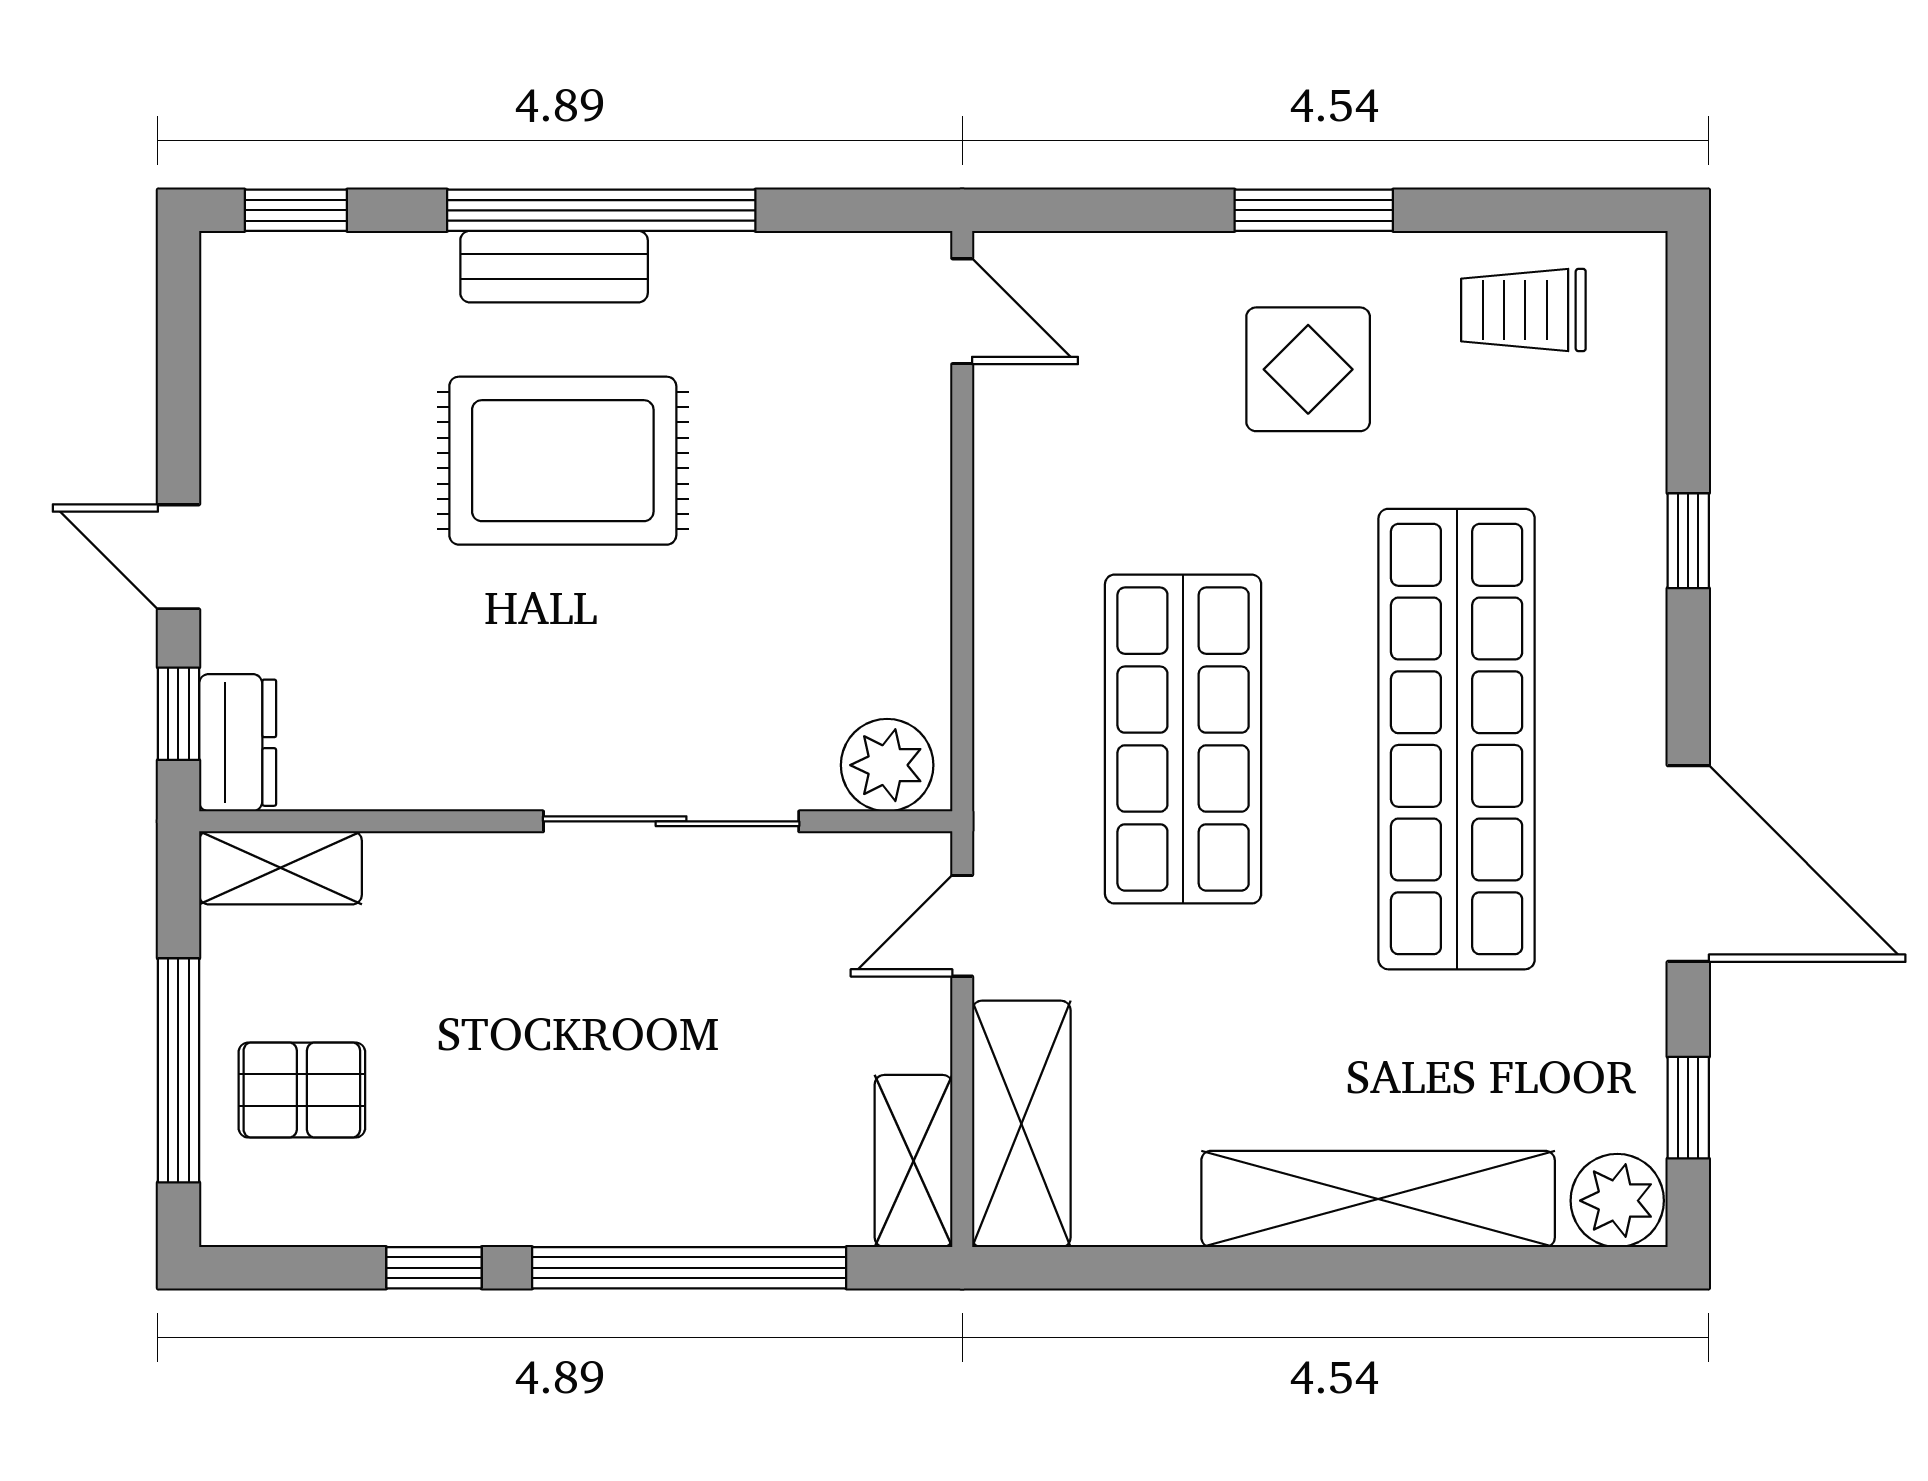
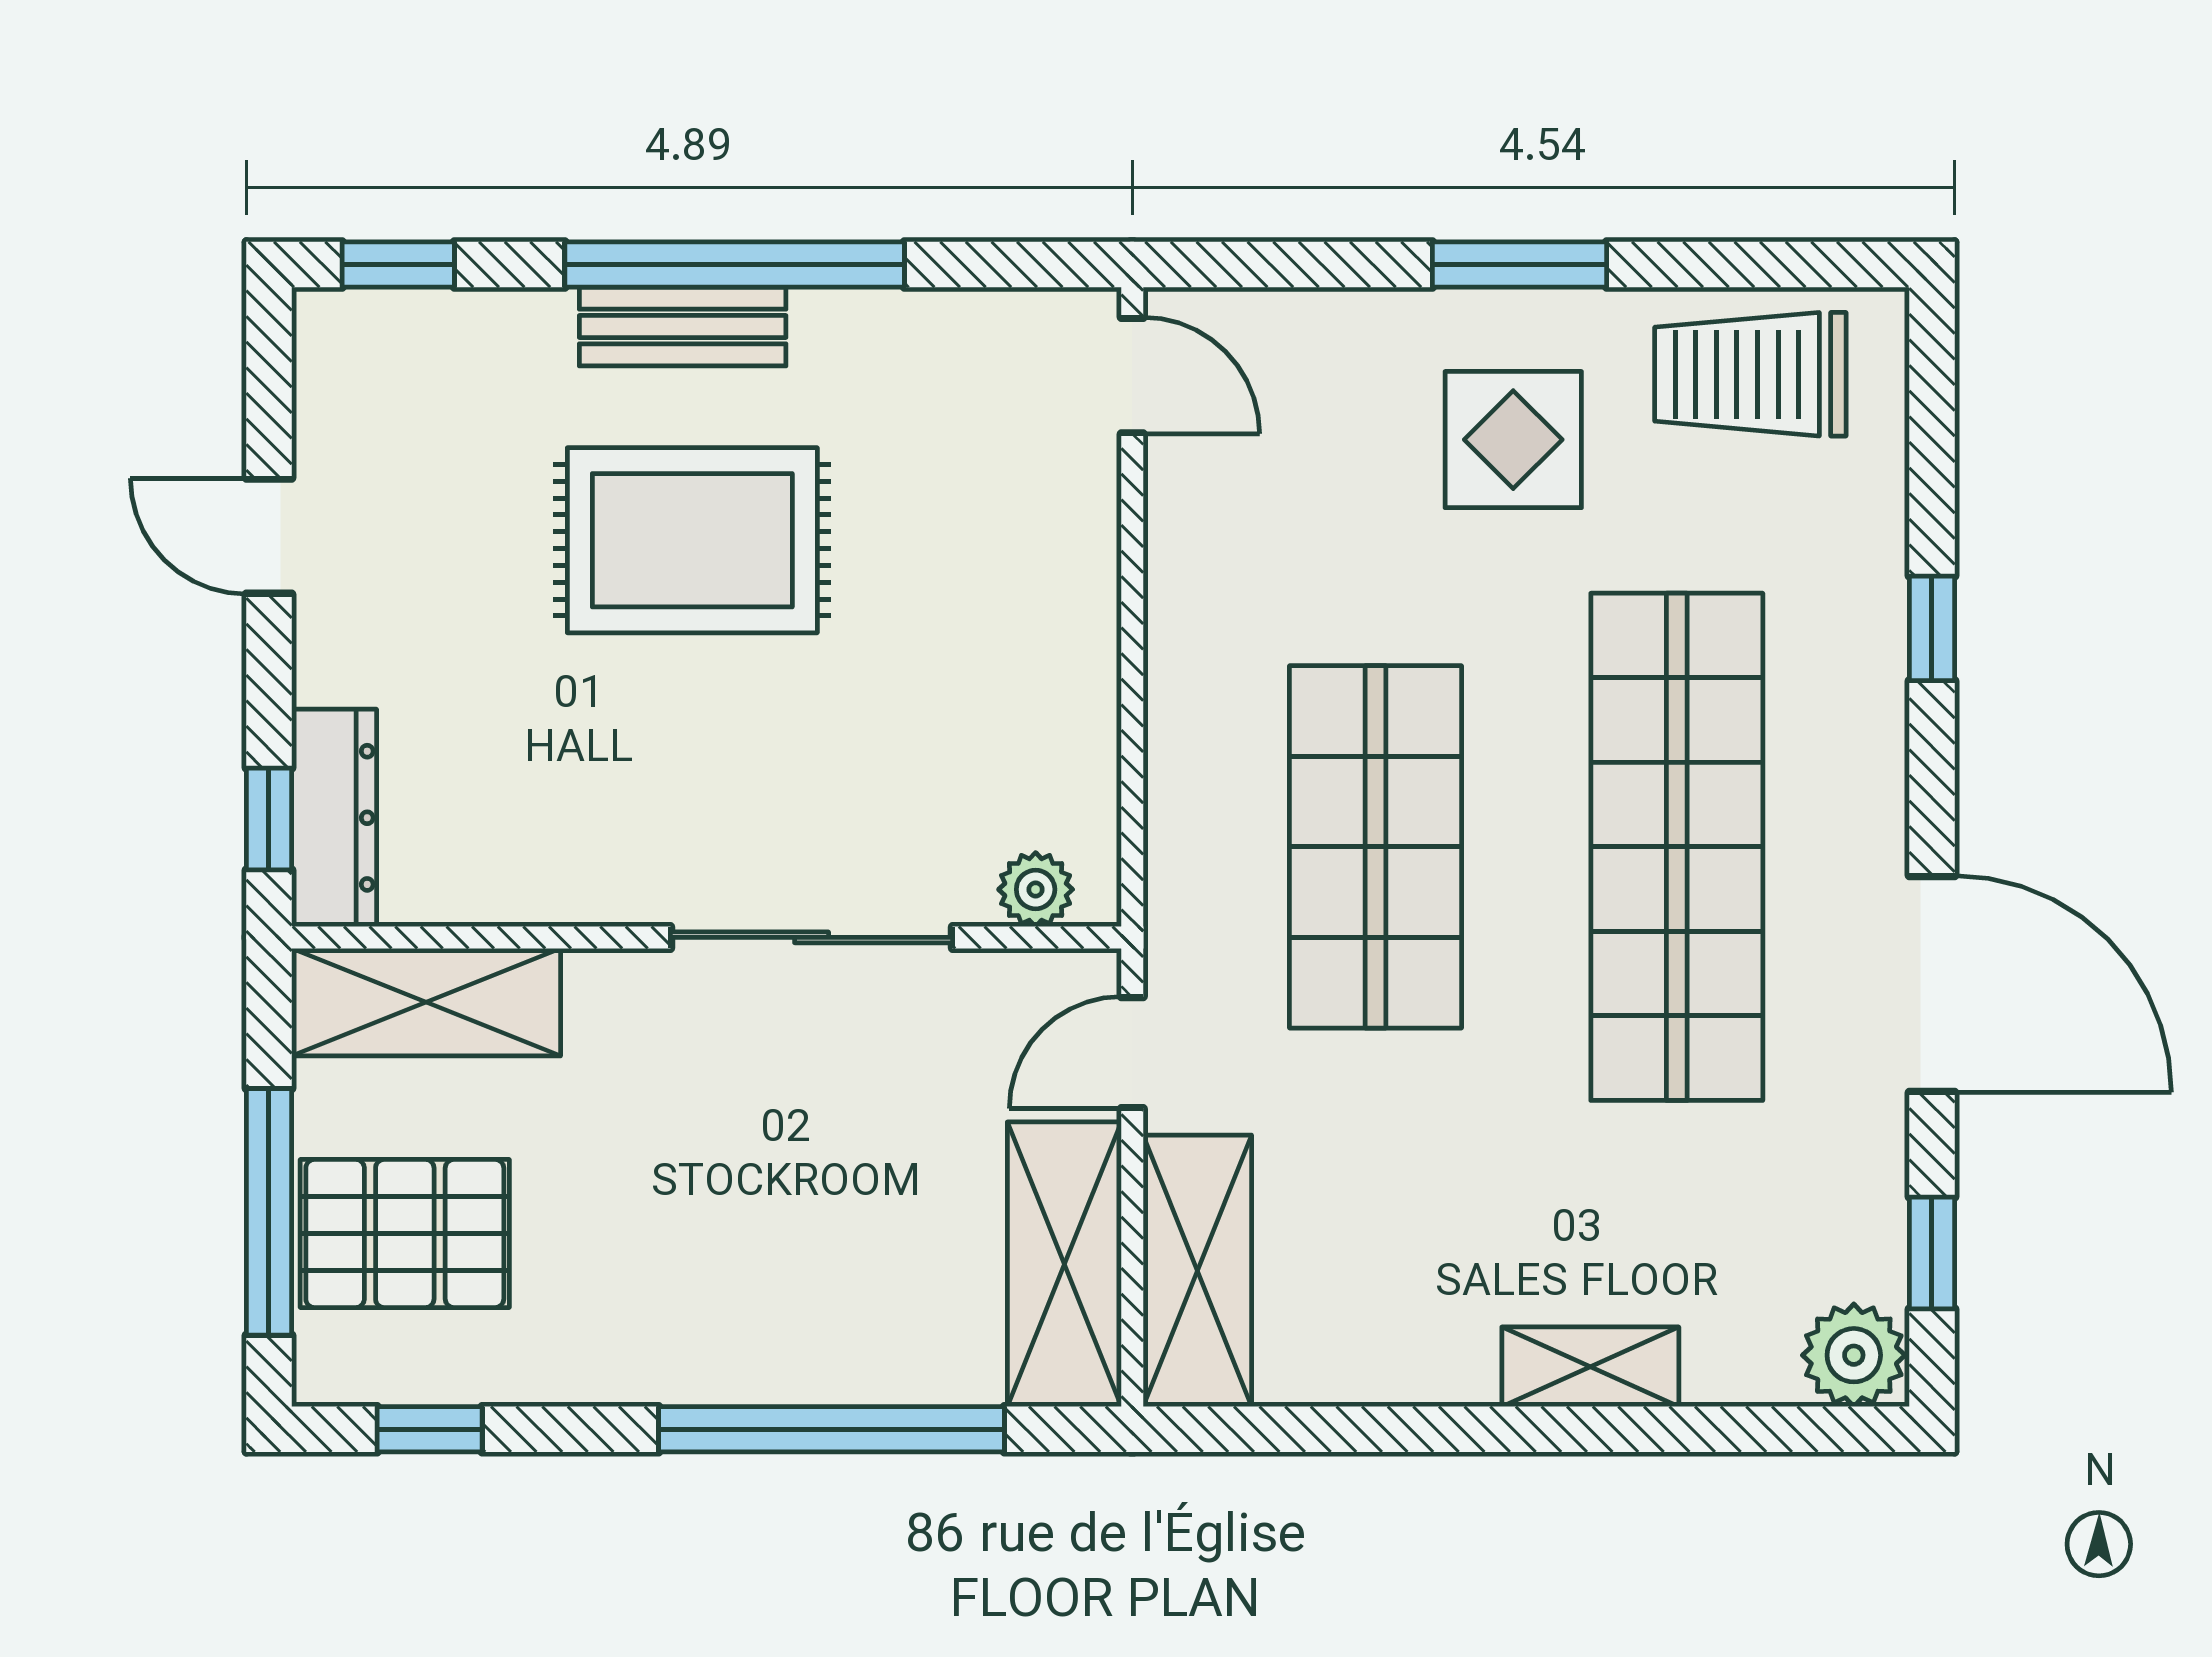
trolley: (1523, 310) -> (1750, 374), width x1.36, depth x1.39
door: (178, 557) -> (269, 536), moved
dresser: (238, 743) -> (334, 818), width x1.44
plant: (887, 765) -> (1036, 889), width x0.73, depth x0.73
shelving: (280, 868) -> (426, 1002), width x1.50, depth x1.33
pallet: (302, 1090) -> (405, 1233), width x1.50, depth x1.42
shelving: (913, 1161) -> (1064, 1264), width x1.50, depth x1.33
shelving: (1378, 1199) -> (1590, 1367), width x0.45, depth x0.75
window: (434, 1268) -> (430, 1429), moved

